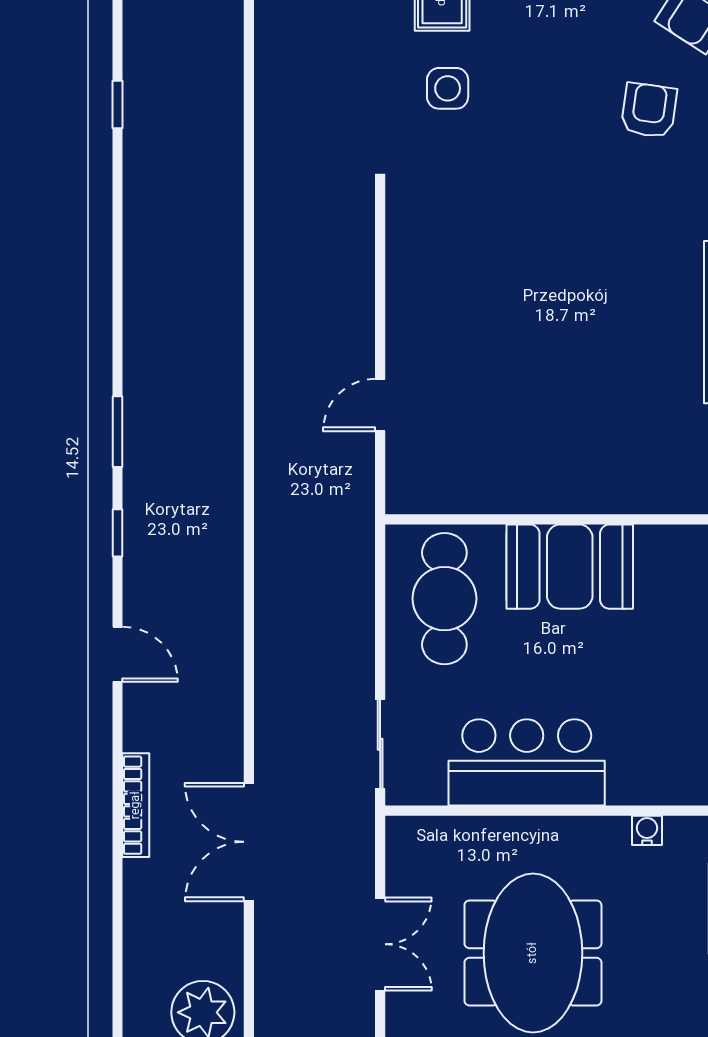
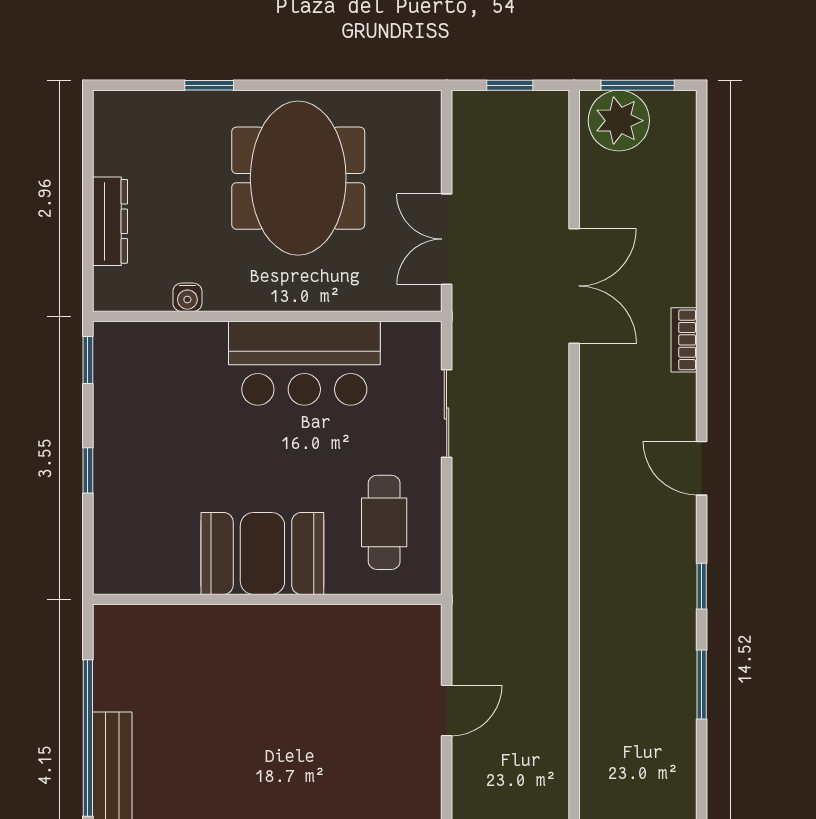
cafe table: (444, 599) -> (384, 522), width x0.73, depth x0.74
sliding door: (380, 744) -> (447, 414), moved
bookcase: (136, 805) -> (684, 340), width x0.64
double door: (380, 944) -> (447, 239), moved

